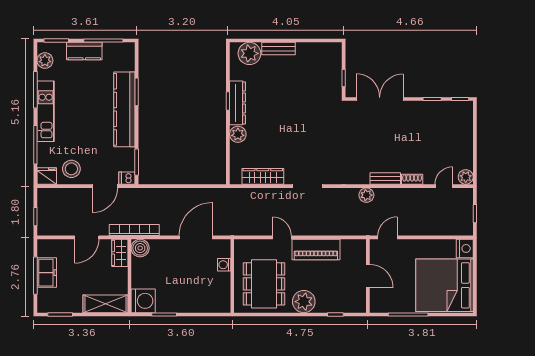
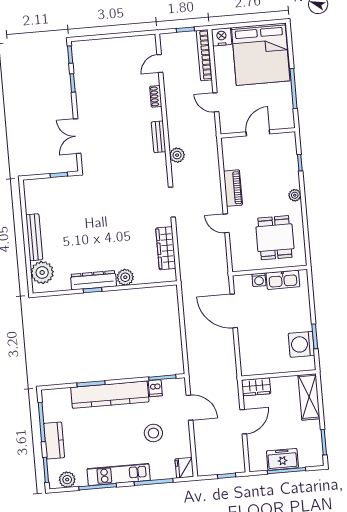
bench: (278, 49) -> (34, 237), width x1.36
double door: (380, 99) -> (77, 136), width x0.73
stool: (71, 169) -> (153, 433), moved
plant: (466, 177) -> (149, 42), removed
dishwasher: (127, 178) -> (155, 388), moved
bench: (385, 179) -> (159, 137), moved
door: (444, 186) -> (160, 63), hinge flipped
plant: (366, 195) -> (177, 155), moved
bookcase: (134, 230) -> (204, 55), moved
door: (87, 237) -> (243, 422), hinge flipped
door: (282, 237) -> (226, 223), hinge flipped
door: (388, 237) -> (216, 102), moved
boiler: (140, 248) -> (249, 367), removed
piano: (316, 250) -> (233, 188), width x0.73, depth x0.75
dining table: (264, 284) -> (275, 238), width x0.73
kitchen sink: (222, 288) -> (283, 280), added
washing machine: (143, 301) -> (301, 344), moved, turned -90
plant: (304, 302) -> (295, 195), width x0.53, depth x0.53

